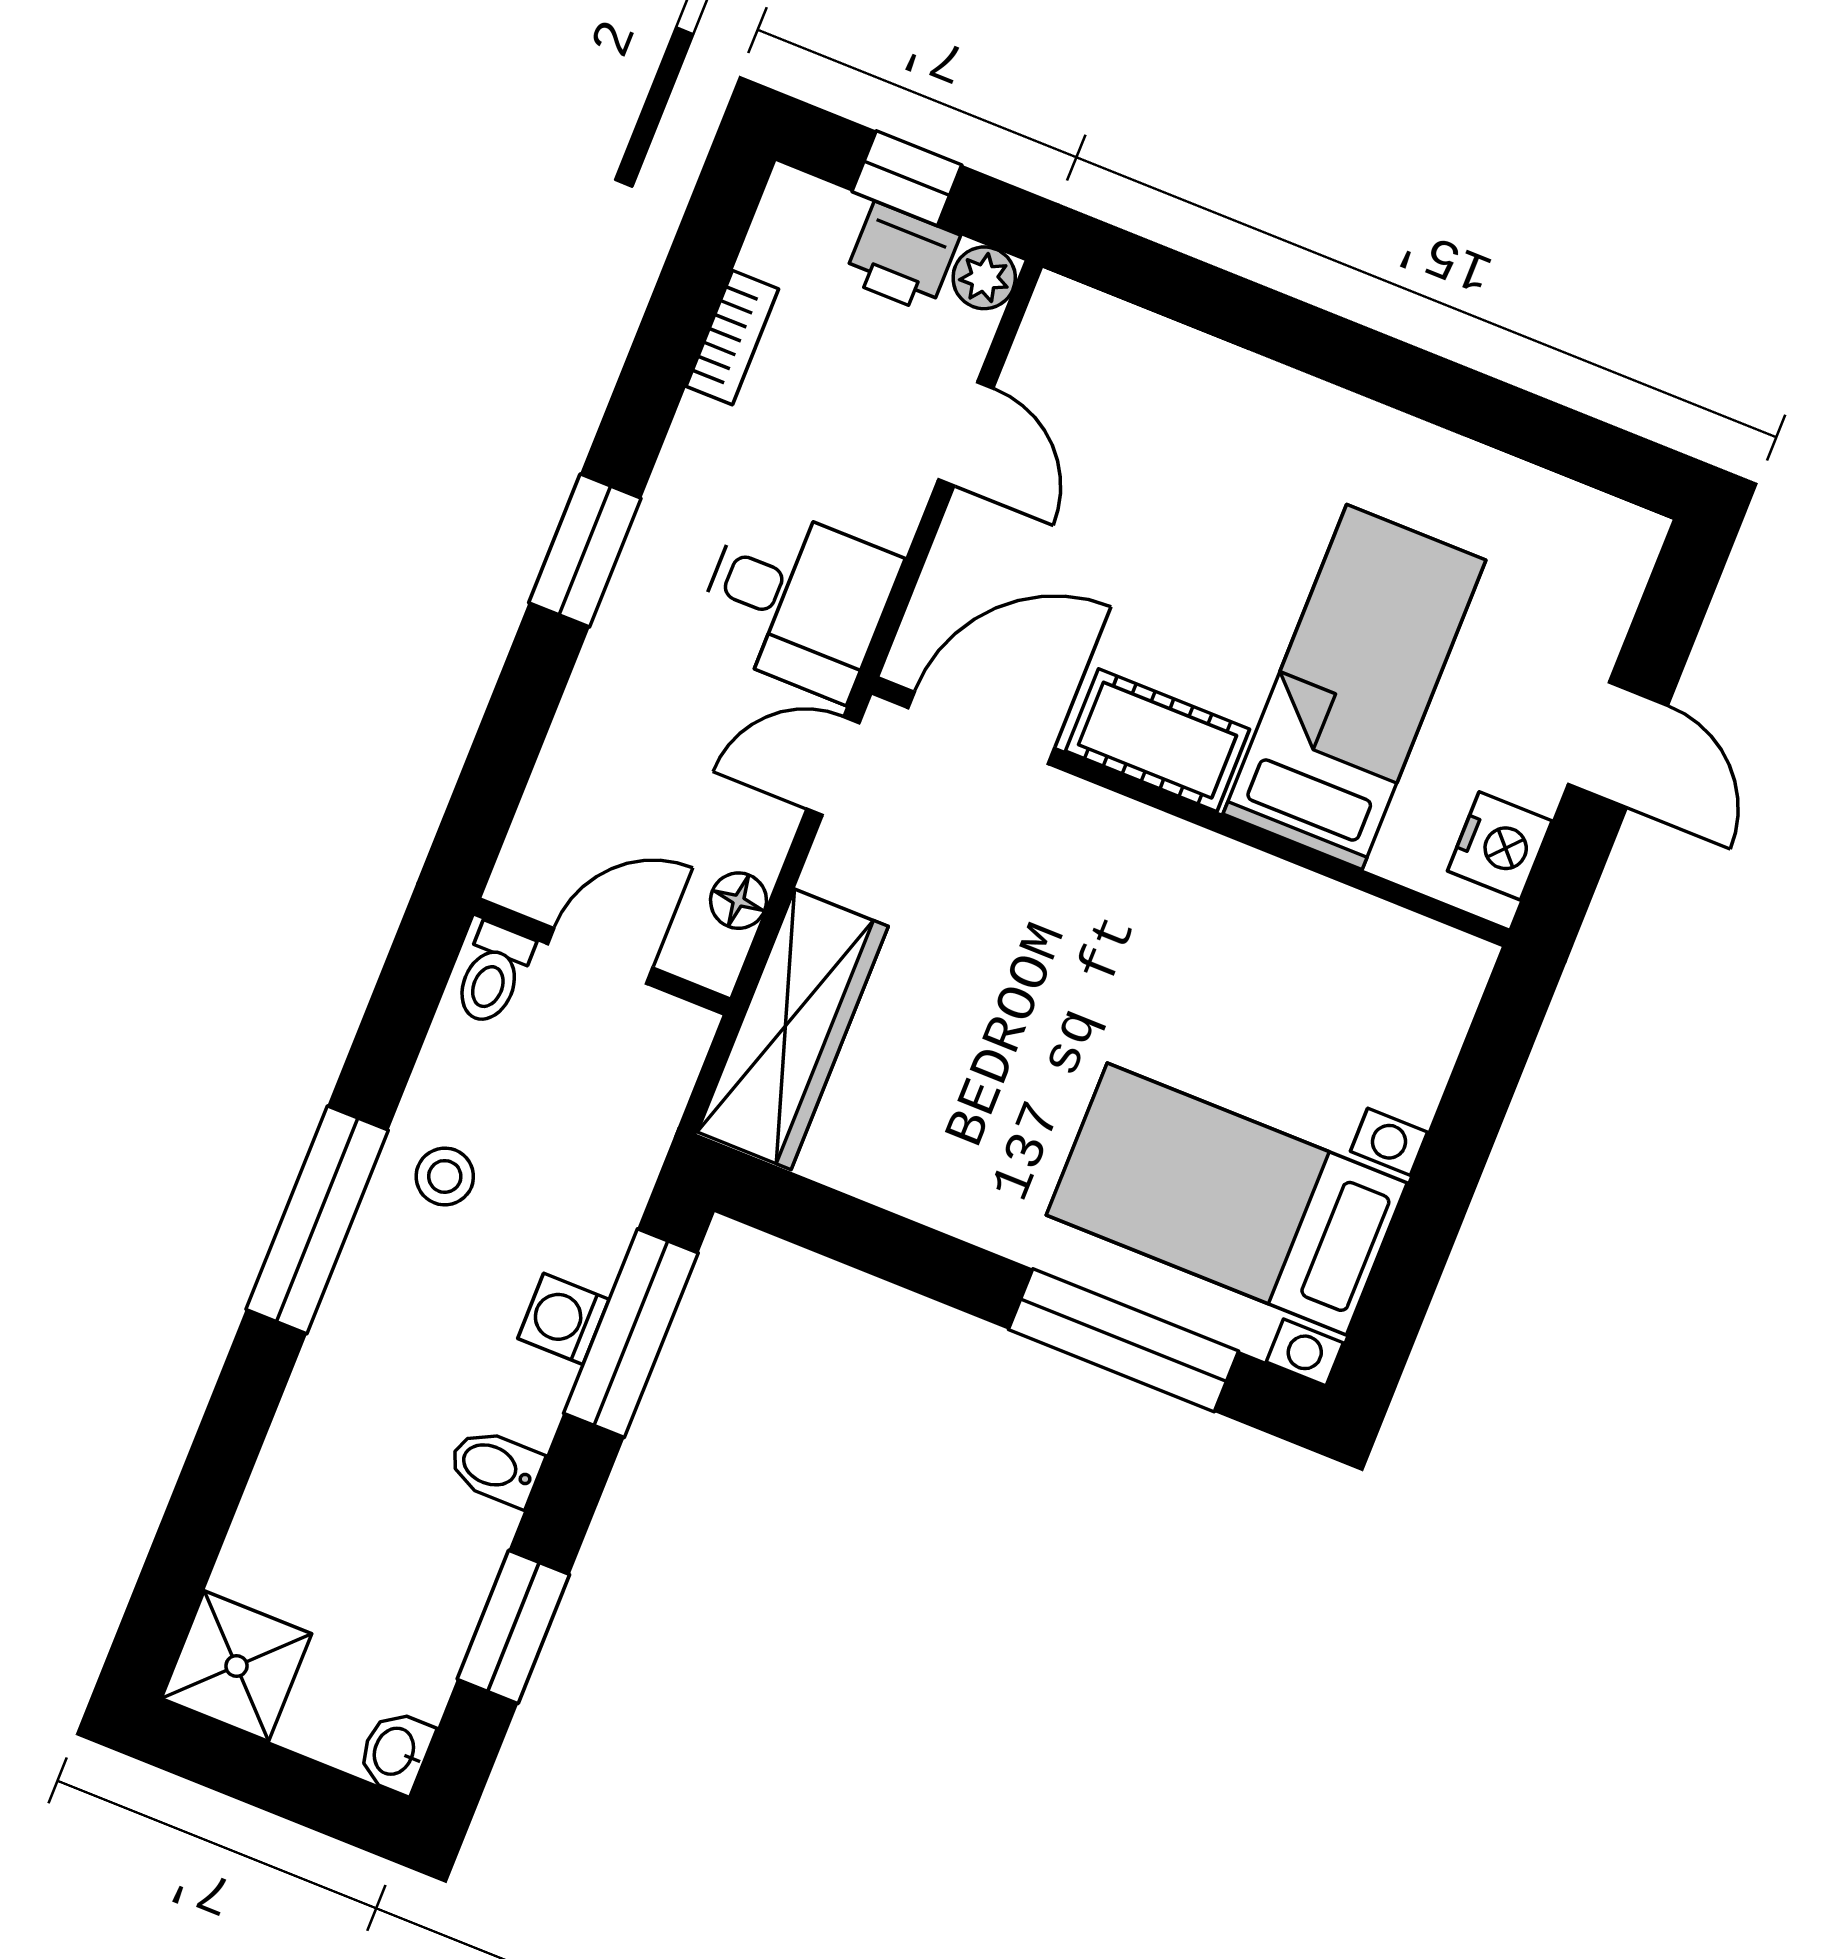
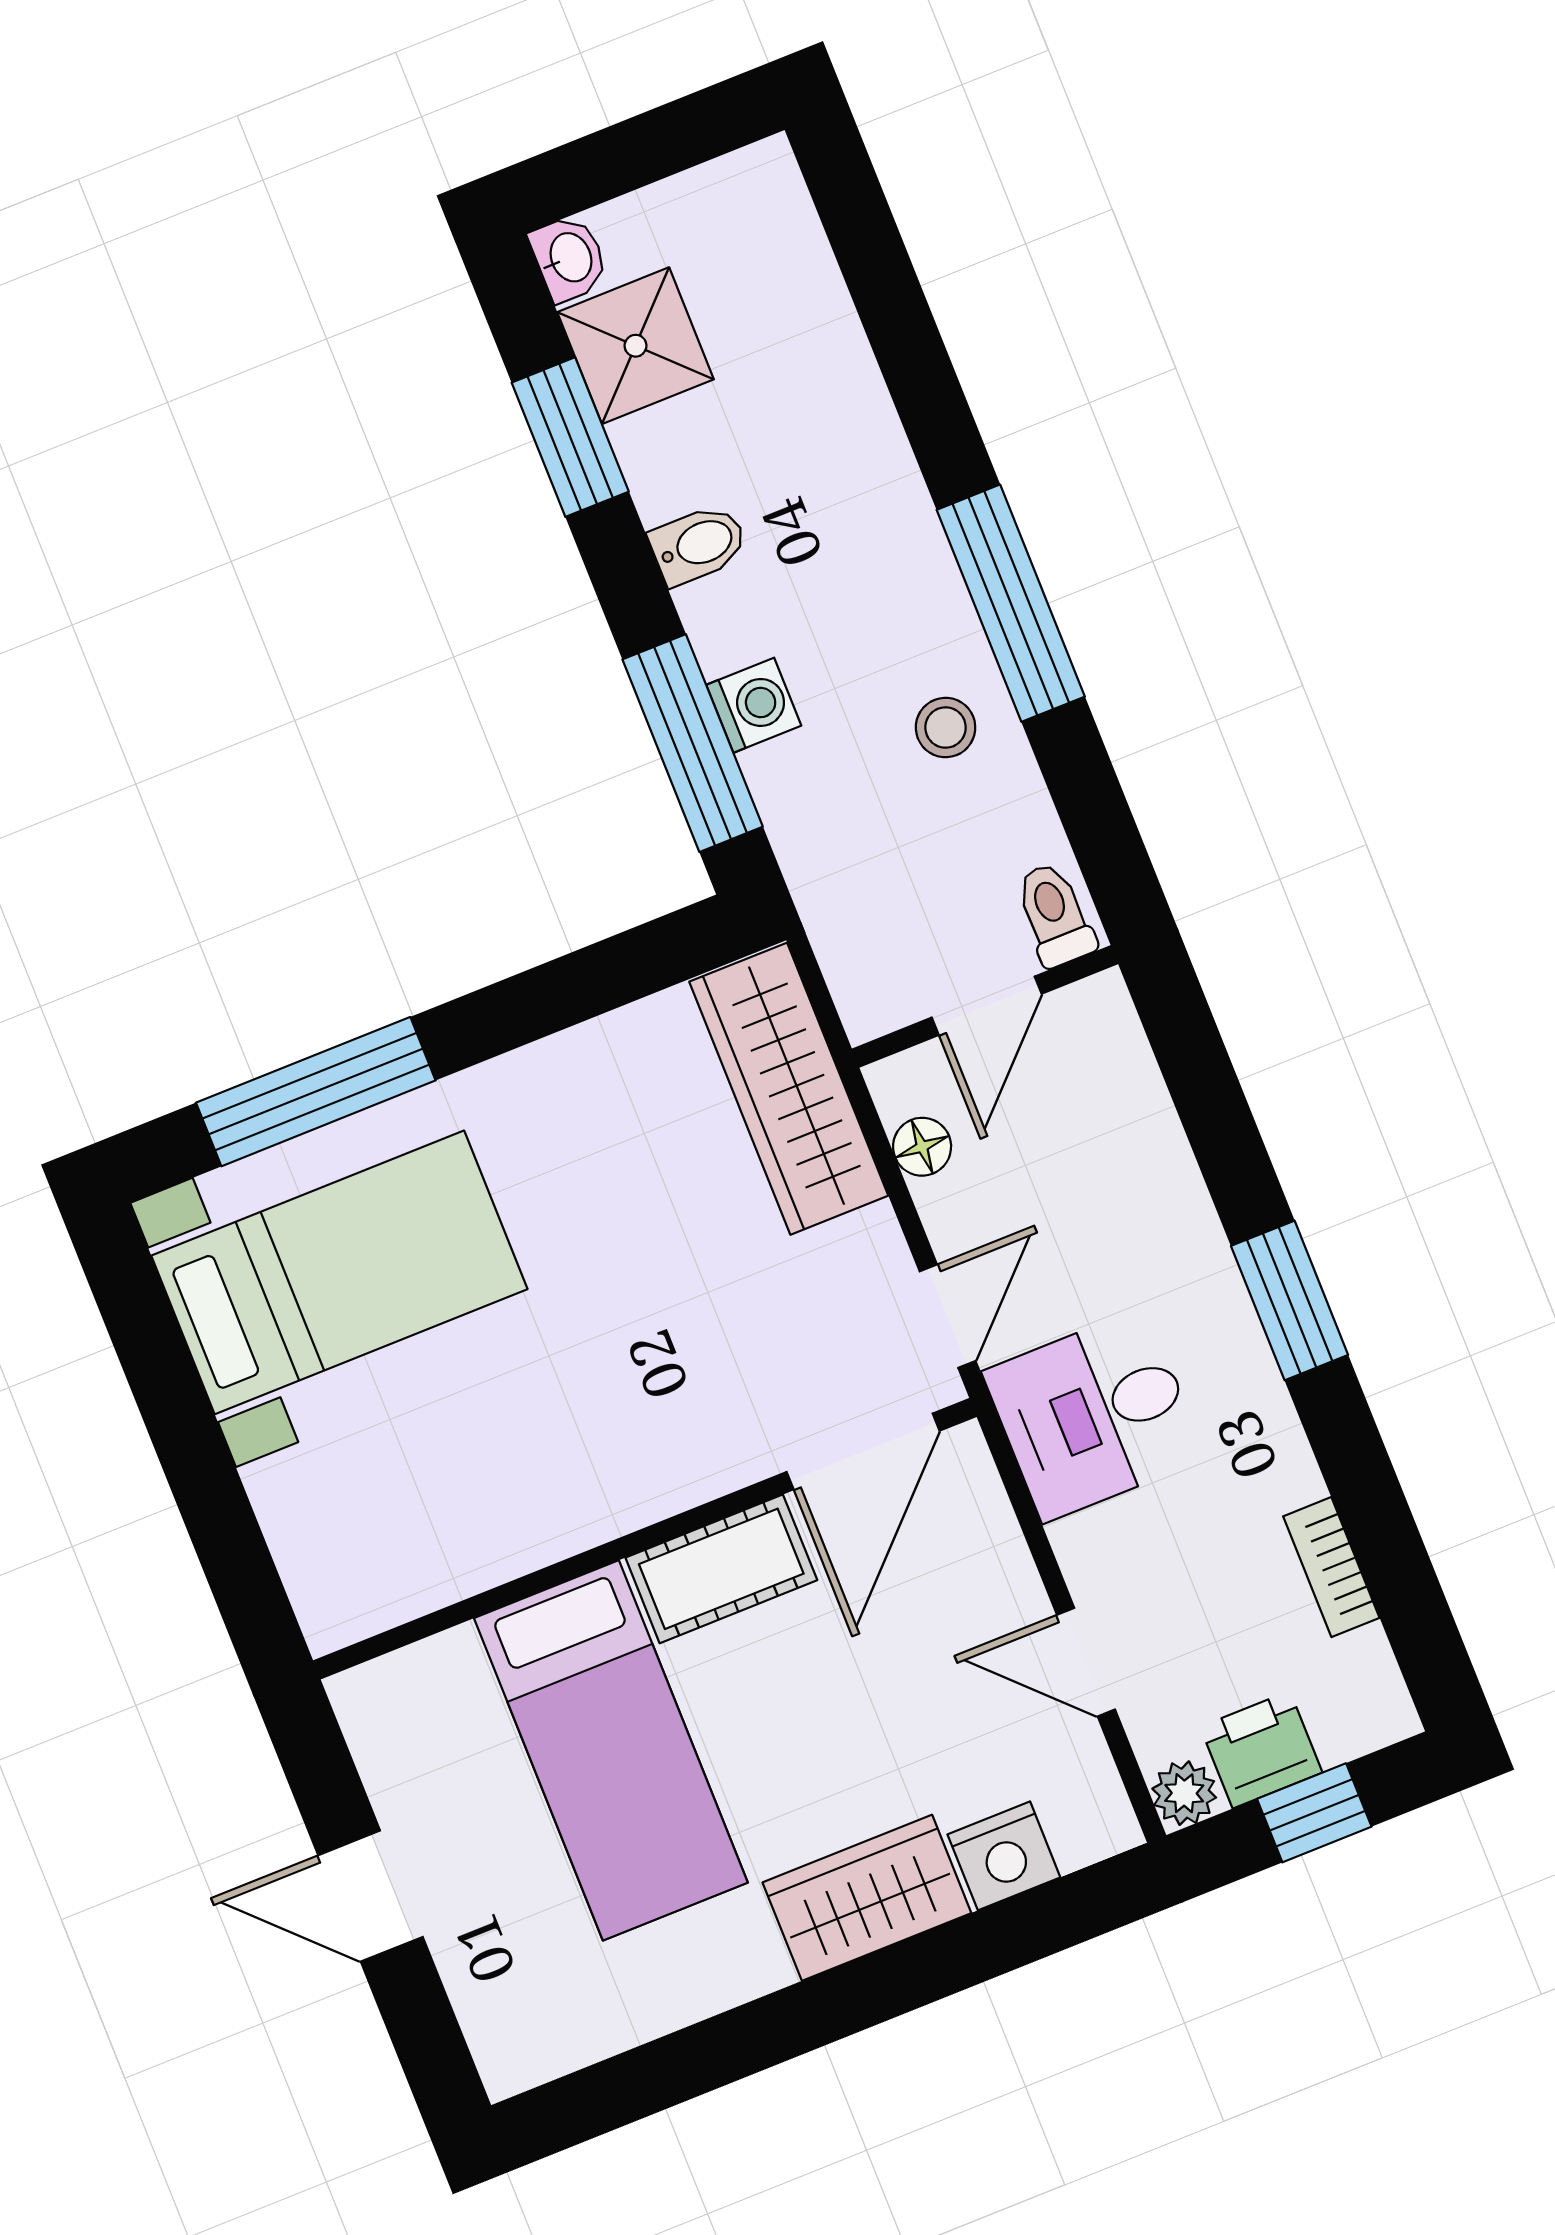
wardrobe: (1274, 415) -> (867, 1898), added
nightstand: (1500, 846) -> (1004, 1856), moved, turned -90
shower: (236, 1666) -> (636, 346), moved

